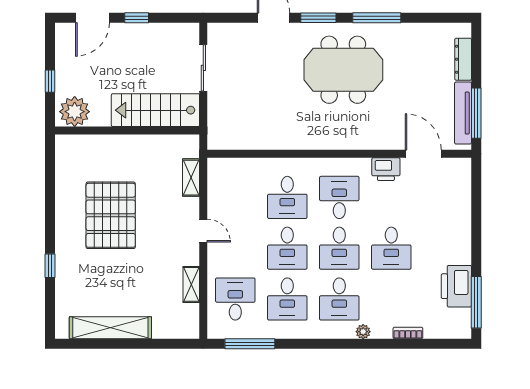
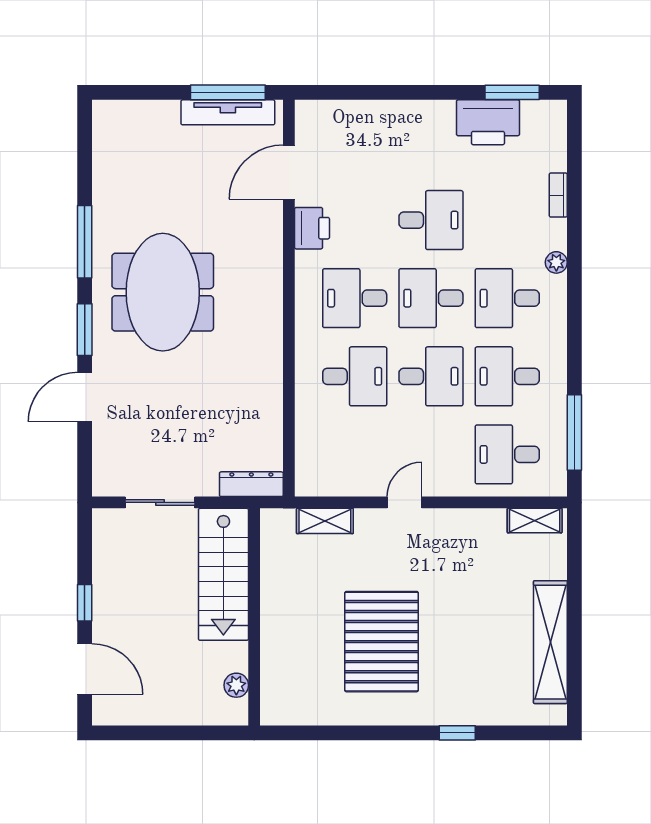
dresser: (463, 59) -> (251, 484), moved, turned 180
window: (50, 81) -> (180, 733), removed
plant: (75, 112) -> (236, 685), width x0.53, depth x0.53
pallet: (111, 215) -> (382, 642), turned 90
desk: (339, 248) -> (431, 298), turned 180
shelving: (191, 284) -> (535, 521), moved
desk: (287, 299) -> (507, 376), turned 180
desk: (339, 299) -> (507, 298), turned 180
window: (476, 302) -> (512, 92), width x0.69

